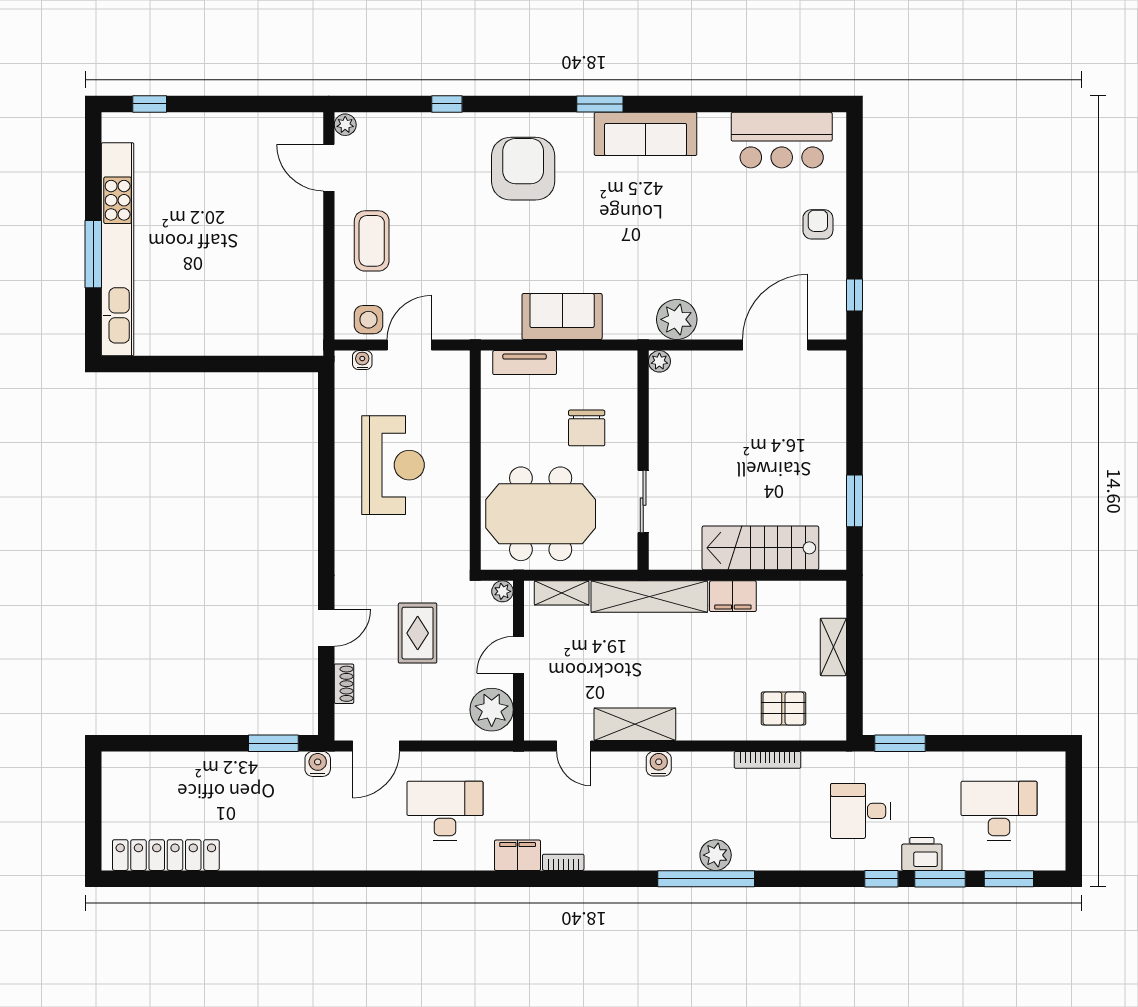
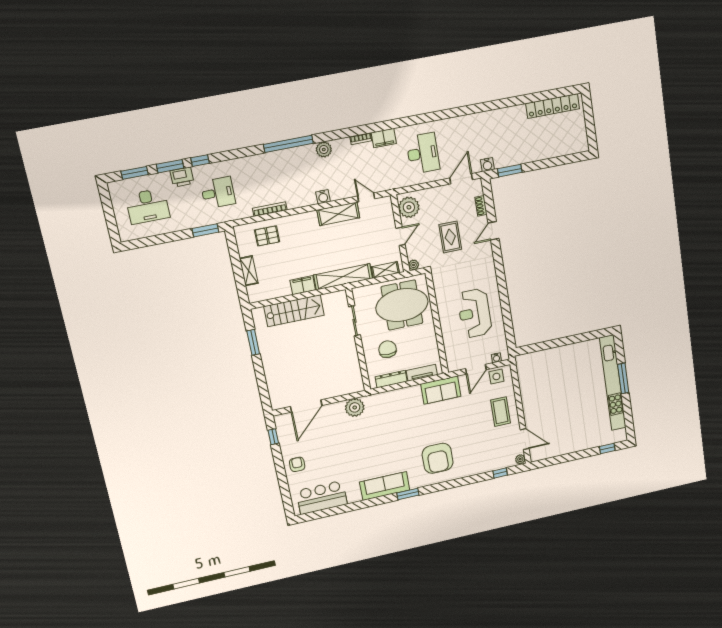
window: (447, 104) -> (500, 473), moved
armchair: (818, 224) -> (297, 464), turned 180
sofa: (562, 317) -> (441, 390), moved
plant: (659, 361) -> (359, 387), removed
dresser: (591, 363) -> (391, 379), added
desk: (445, 811) -> (423, 153), turned -90
plant: (716, 855) -> (324, 150), moved

